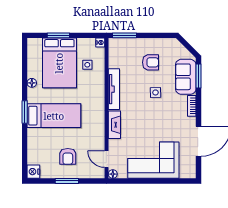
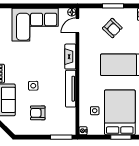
armchair: (68, 156) -> (112, 28), turned 134
door: (106, 159) -> (77, 26), swing flipped

